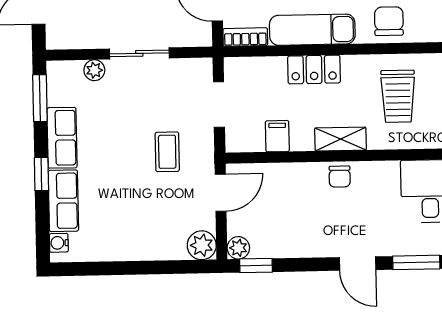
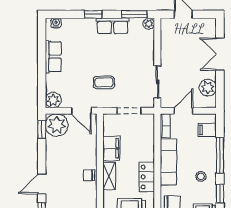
sliding door: (139, 53) -> (157, 82), moved
locker: (314, 69) -> (147, 177), moved
plant: (94, 70) -> (149, 24), moved
filing cabinet: (277, 136) -> (111, 148), width x2.00
row of seats: (63, 201) -> (53, 57), moved, turned -90
plant: (238, 248) -> (57, 125), width x1.87, depth x1.87

